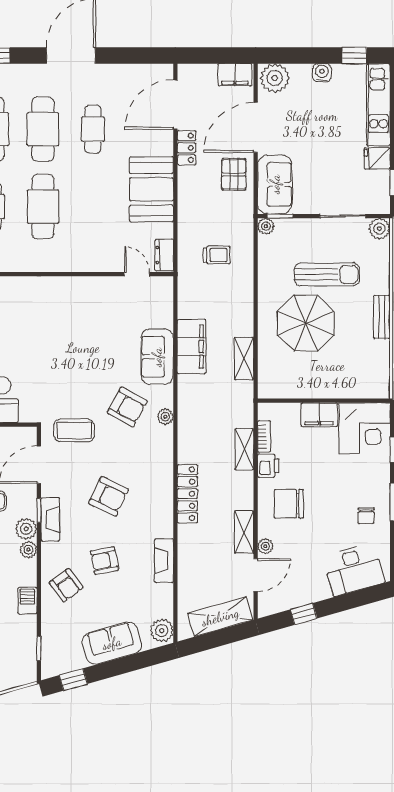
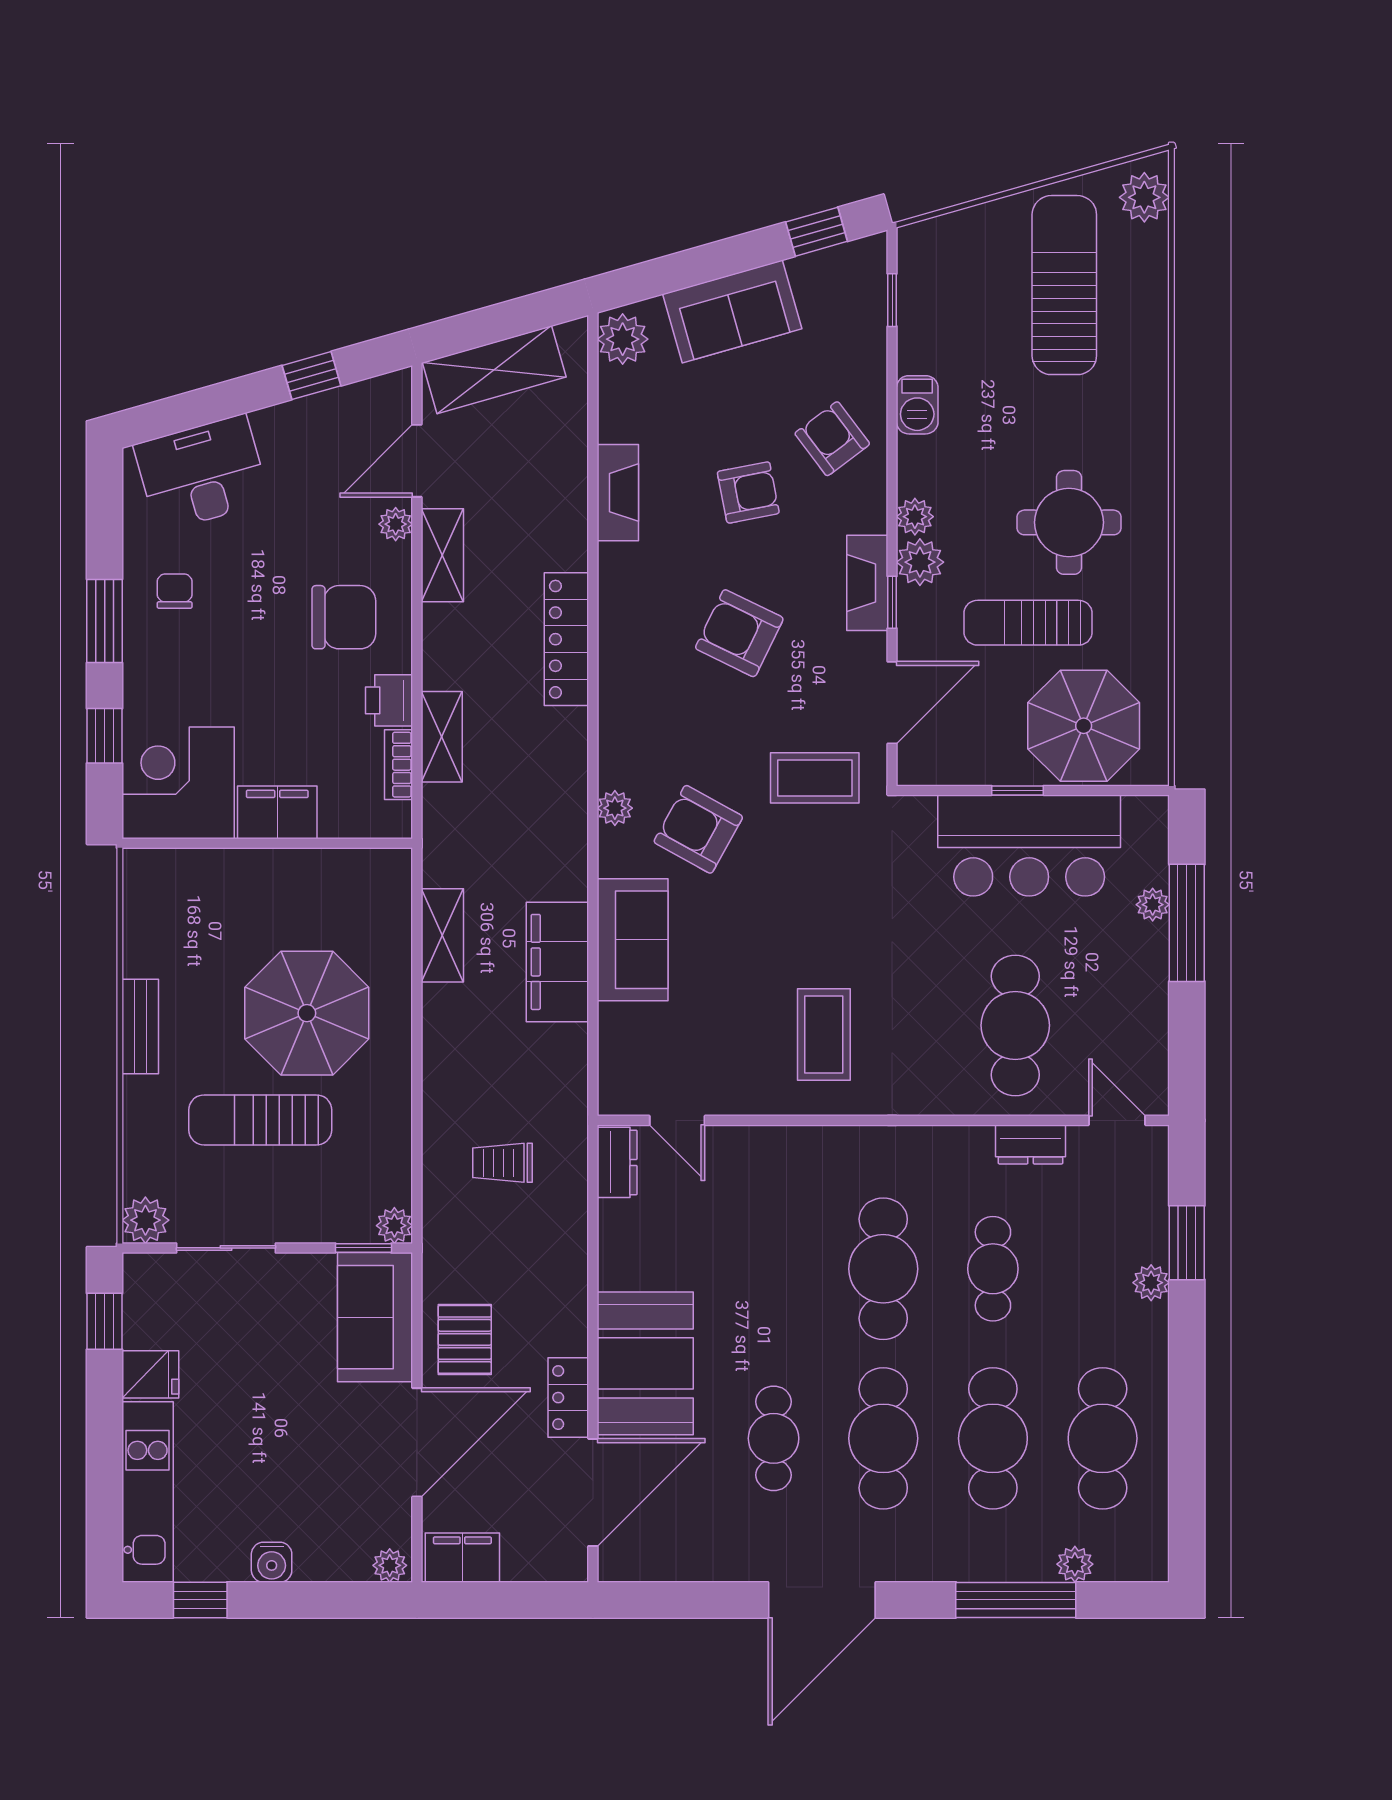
plant: (275, 78) -> (390, 1565), width x0.53, depth x0.53
booth: (151, 189) -> (645, 1363), moved
coffee table: (70, 313) -> (824, 1035), added

